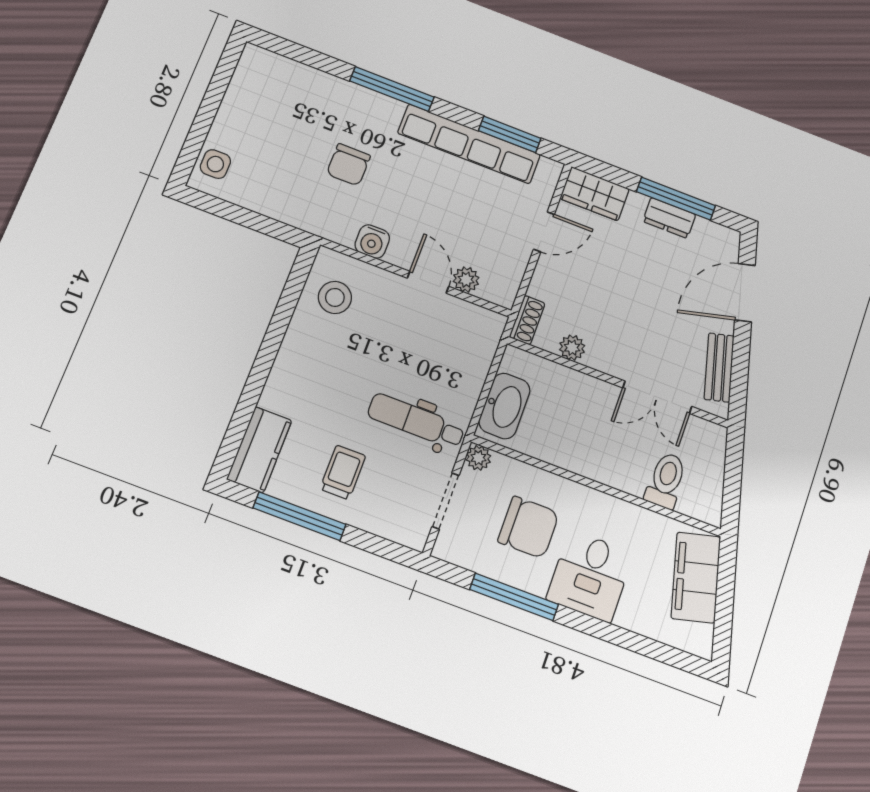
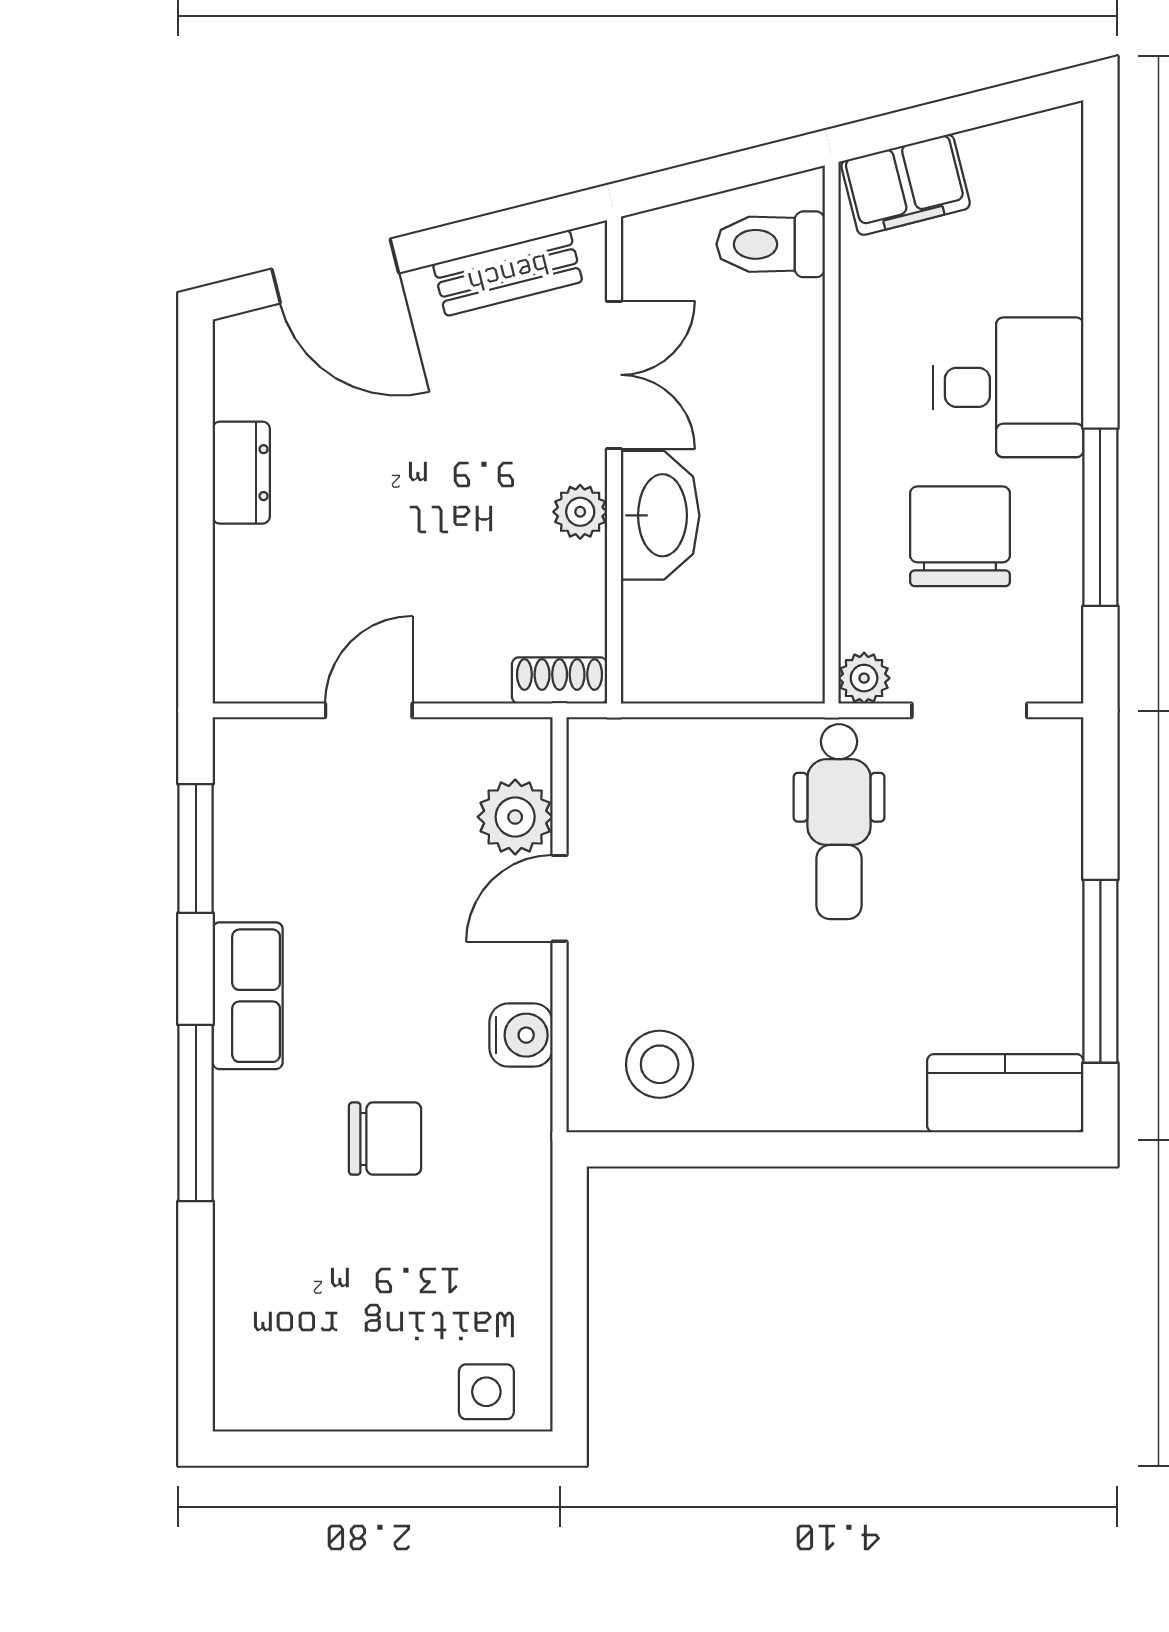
row of seats: (469, 144) -> (248, 996), width x0.50
wardrobe: (595, 194) -> (251, 638), removed
window: (676, 199) -> (196, 473), removed
door: (544, 232) -> (369, 710), hinge flipped
plant: (466, 280) -> (515, 817), width x1.38, depth x1.38
plant: (572, 348) -> (580, 512), moved
washbasin: (504, 406) -> (660, 515), moved, turned 90
trolley: (343, 472) -> (989, 922), removed
toilet: (666, 480) -> (771, 244), moved
filing cabinet: (696, 577) -> (906, 185), width x0.67, depth x0.86

